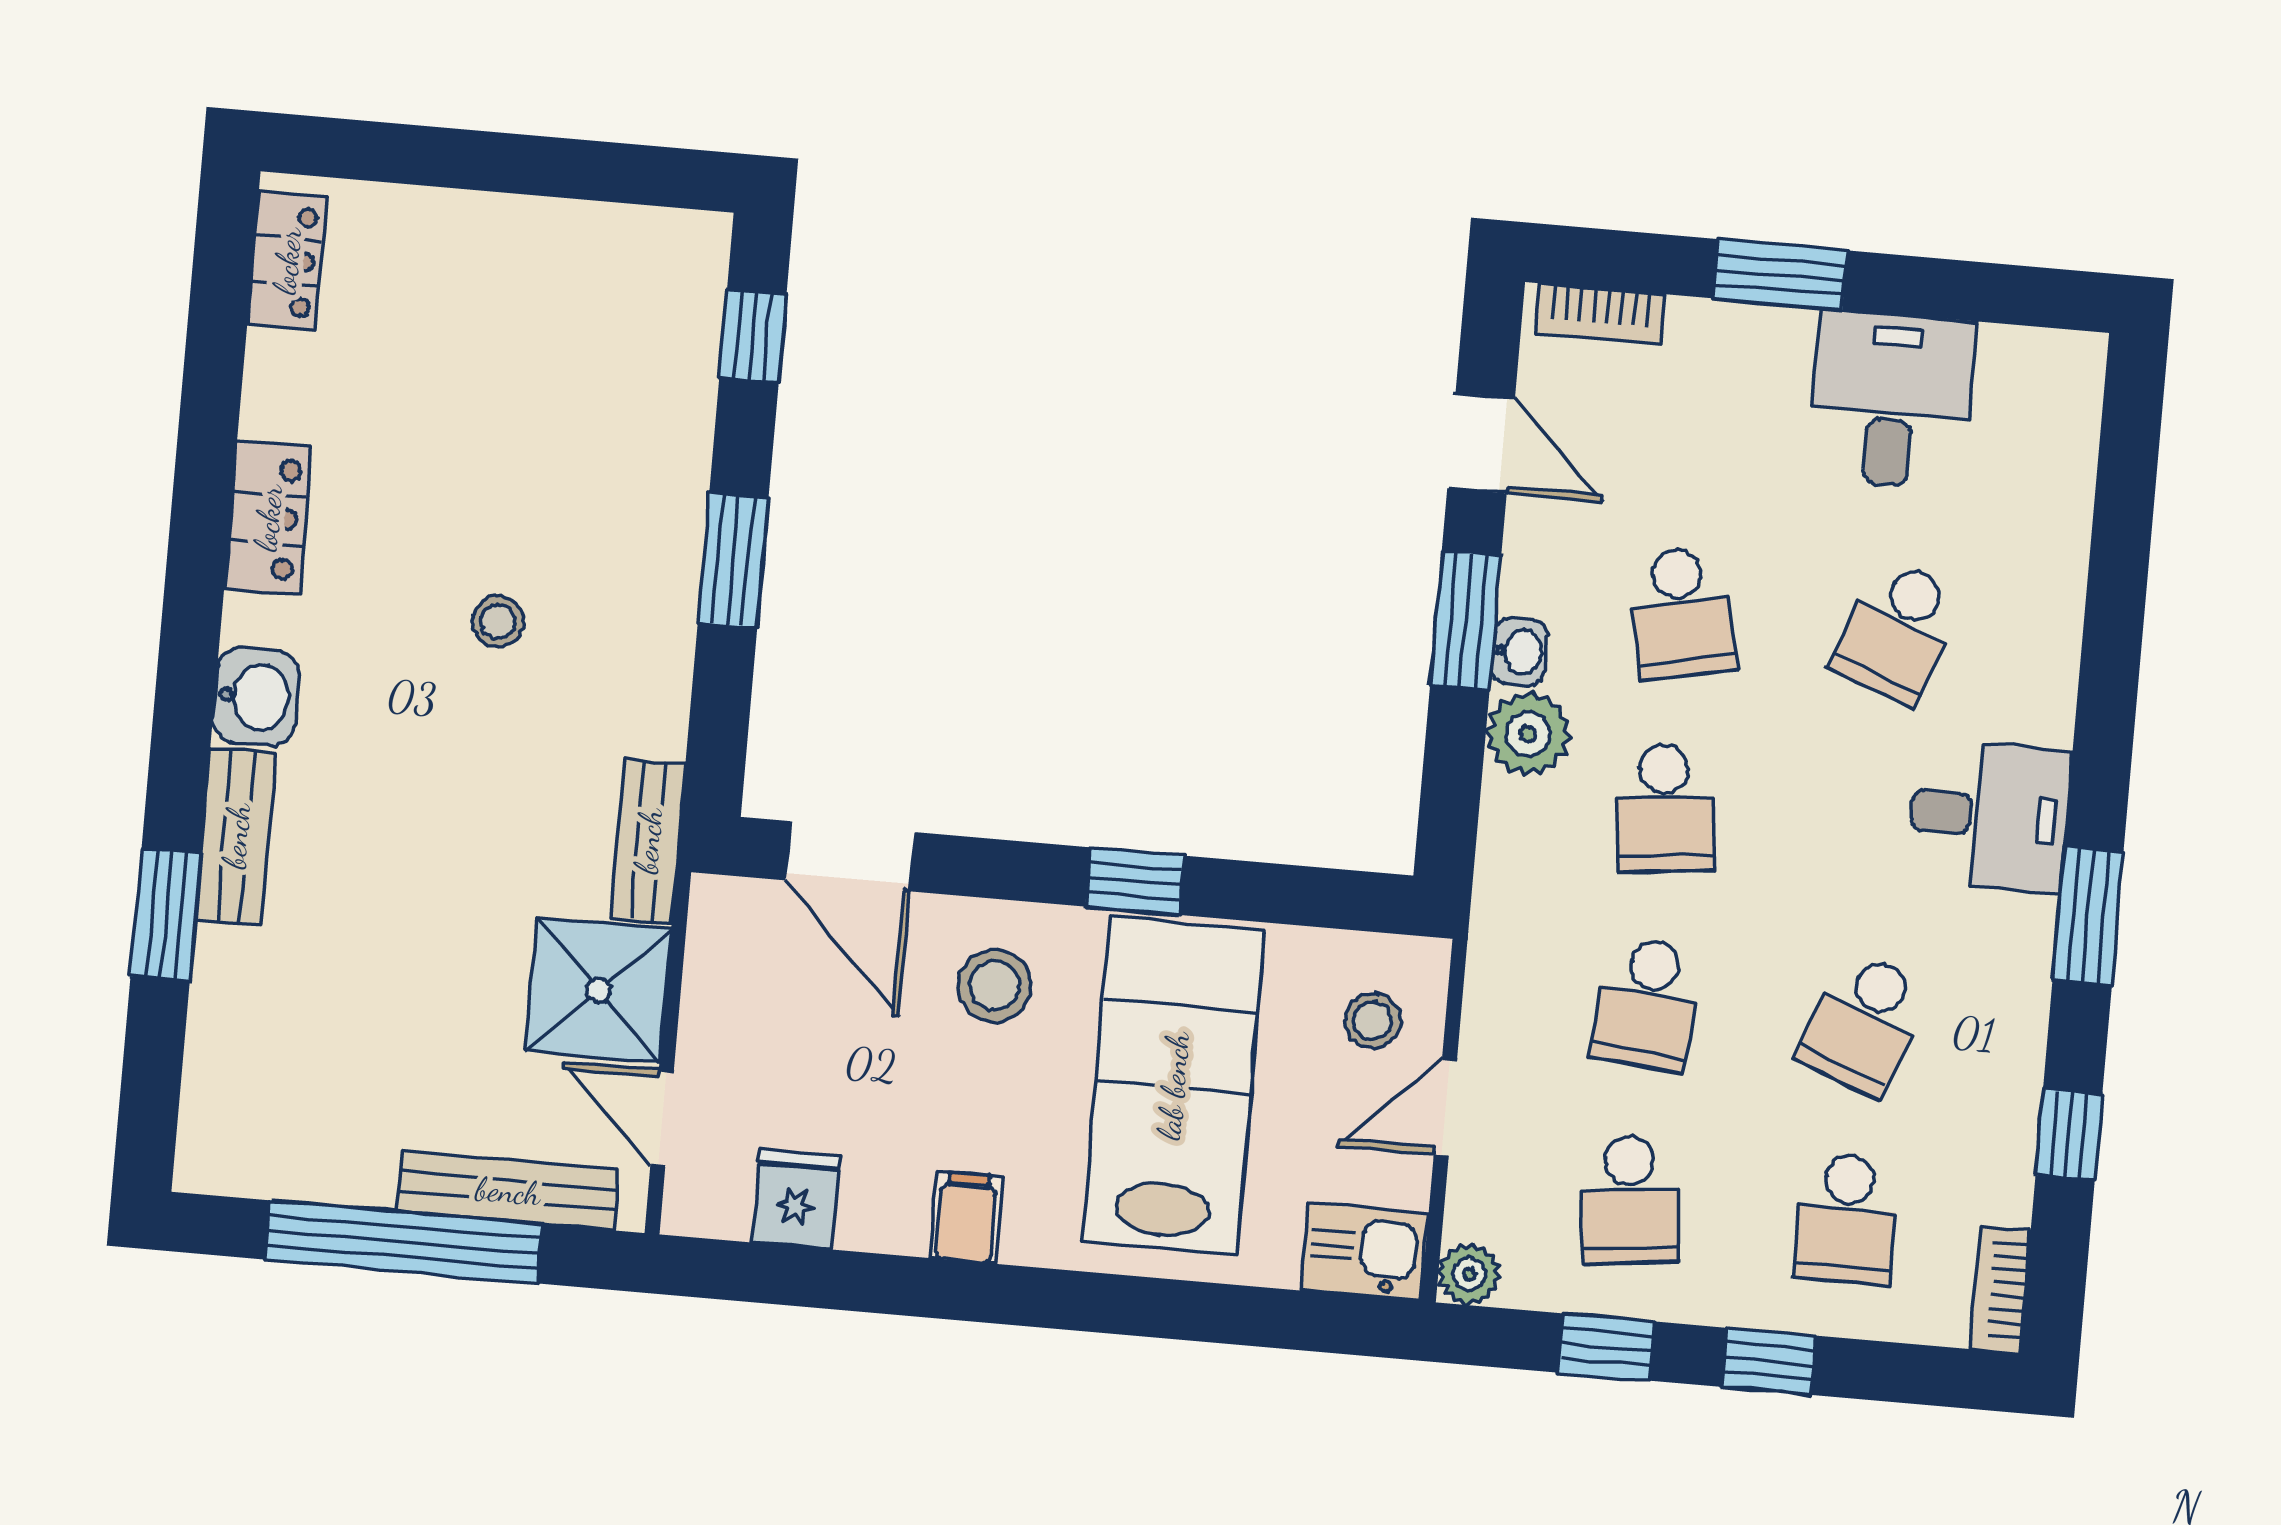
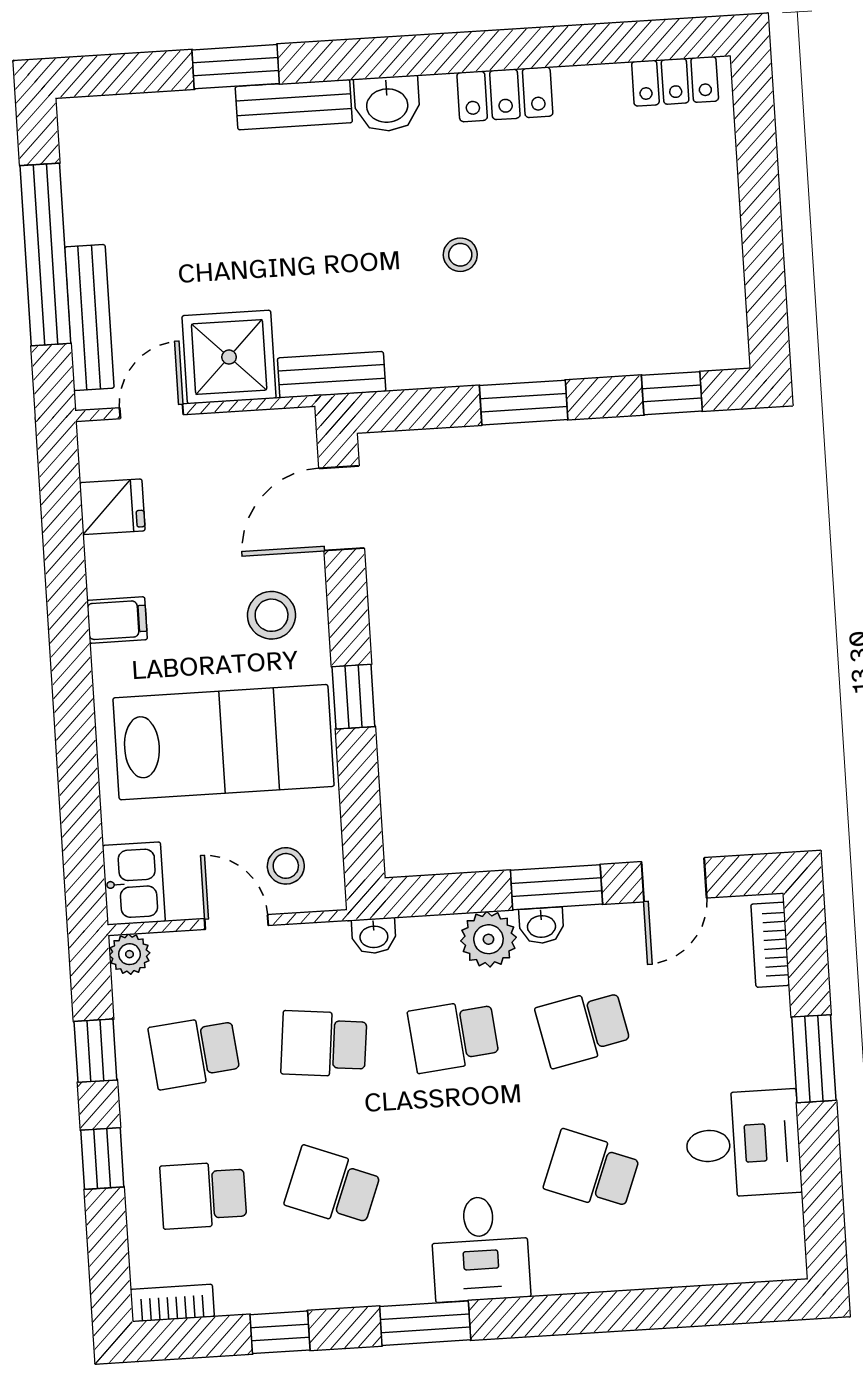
washbasin: (1497, 905) -> (374, 936), added

